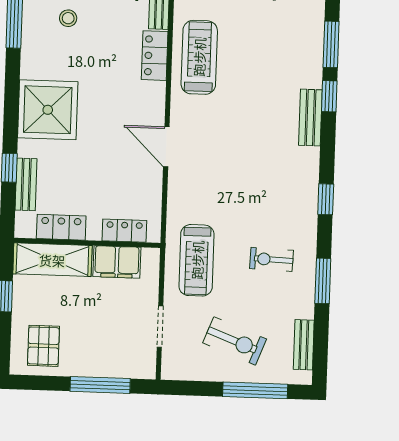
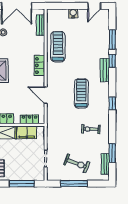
locker: (155, 56) -> (39, 66), moved
door: (166, 147) -> (46, 95), moved
treadmill: (197, 260) -> (81, 93), moved, turned 180
window: (323, 281) -> (112, 153), moved
window: (255, 390) -> (74, 184), moved

